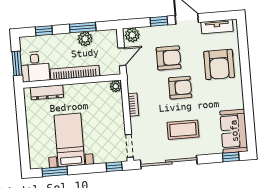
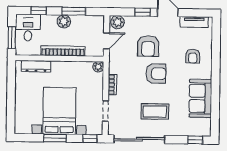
plant: (85, 39) -> (64, 21), moved
armchair: (169, 58) -> (148, 46), turned 90
armchair: (219, 64) -> (193, 56), width x0.53, depth x0.53
desk: (35, 67) -> (28, 28), moved, turned 180
sofa: (234, 131) -> (200, 98), moved
bed with nightstands: (69, 140) -> (59, 111), width x1.36
doorway: (129, 146) -> (105, 111), moved
window: (55, 171) -> (55, 138), moved

